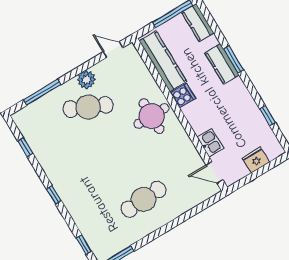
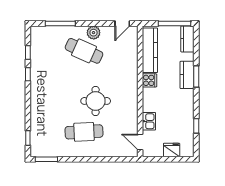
door: (113, 50) -> (122, 24), swing flipped
round table: (152, 116) -> (96, 101), moved
window: (54, 195) -> (28, 74), moved

